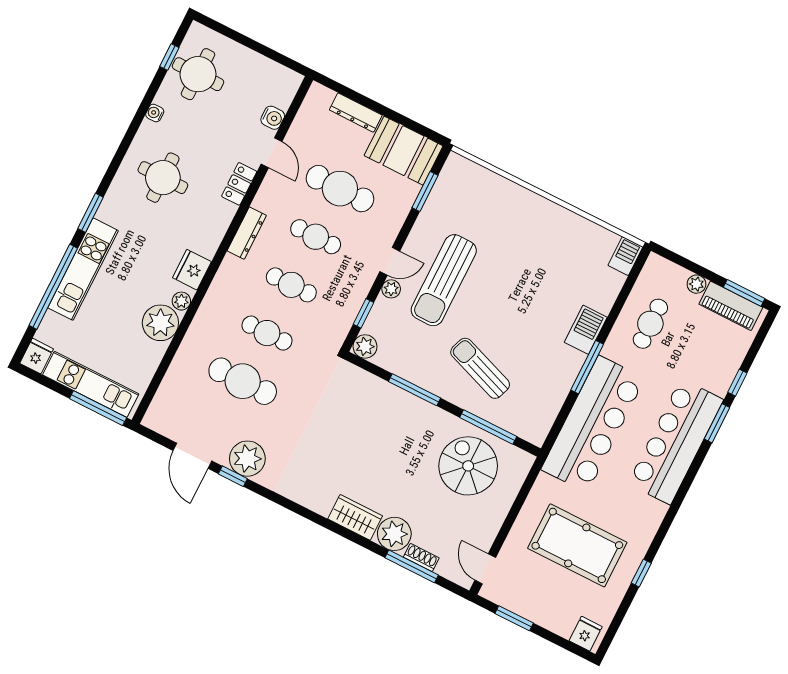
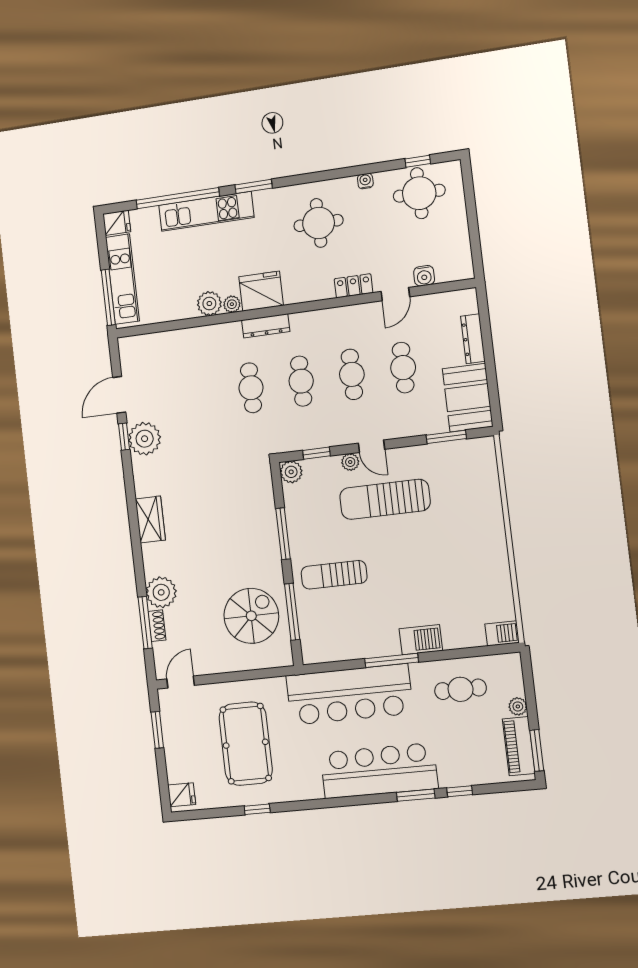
cafe table: (340, 189) -> (403, 368), width x0.73, depth x0.74
dresser: (247, 233) -> (266, 326), moved
fridge: (192, 270) -> (261, 291), width x1.36, depth x1.34
plant: (160, 323) -> (209, 304), width x0.73, depth x0.73
sun lounger: (480, 368) -> (334, 575), turned -110
cafe table: (243, 381) -> (201, 394), removed
wardrobe: (355, 517) -> (150, 519), moved

